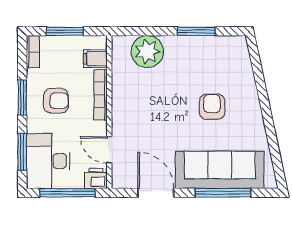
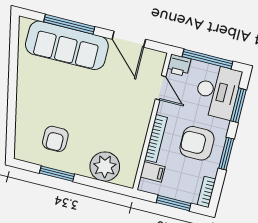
armchair: (56, 101) -> (197, 143), width x1.38, depth x1.38
armchair: (212, 107) -> (55, 139), moved

